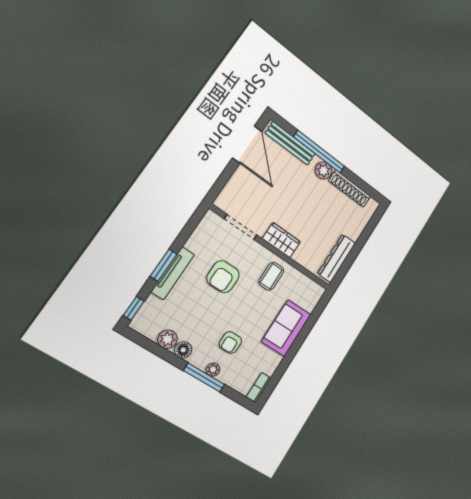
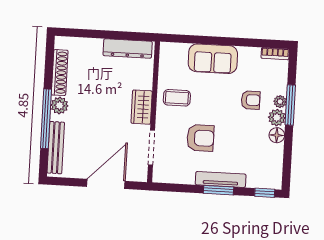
door: (247, 145) -> (106, 184), moved
plant: (167, 339) -> (277, 118), moved

